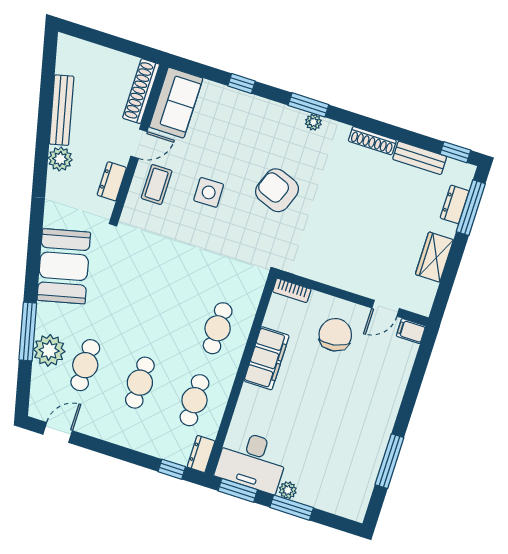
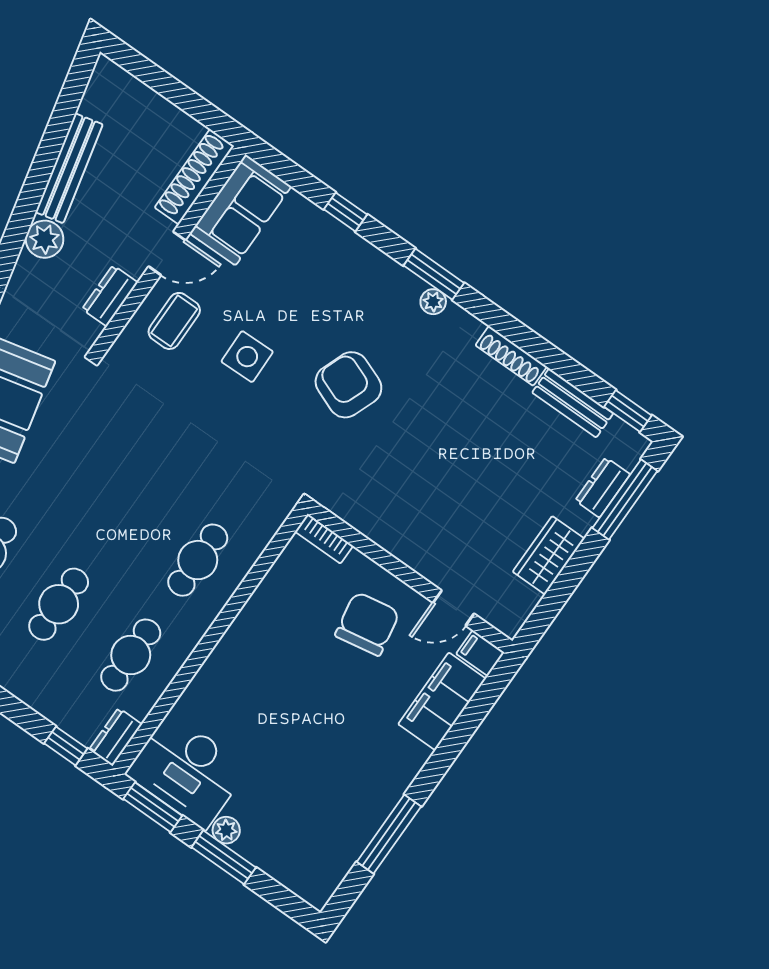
filing cabinet: (267, 358) -> (442, 701), moved, turned 180

